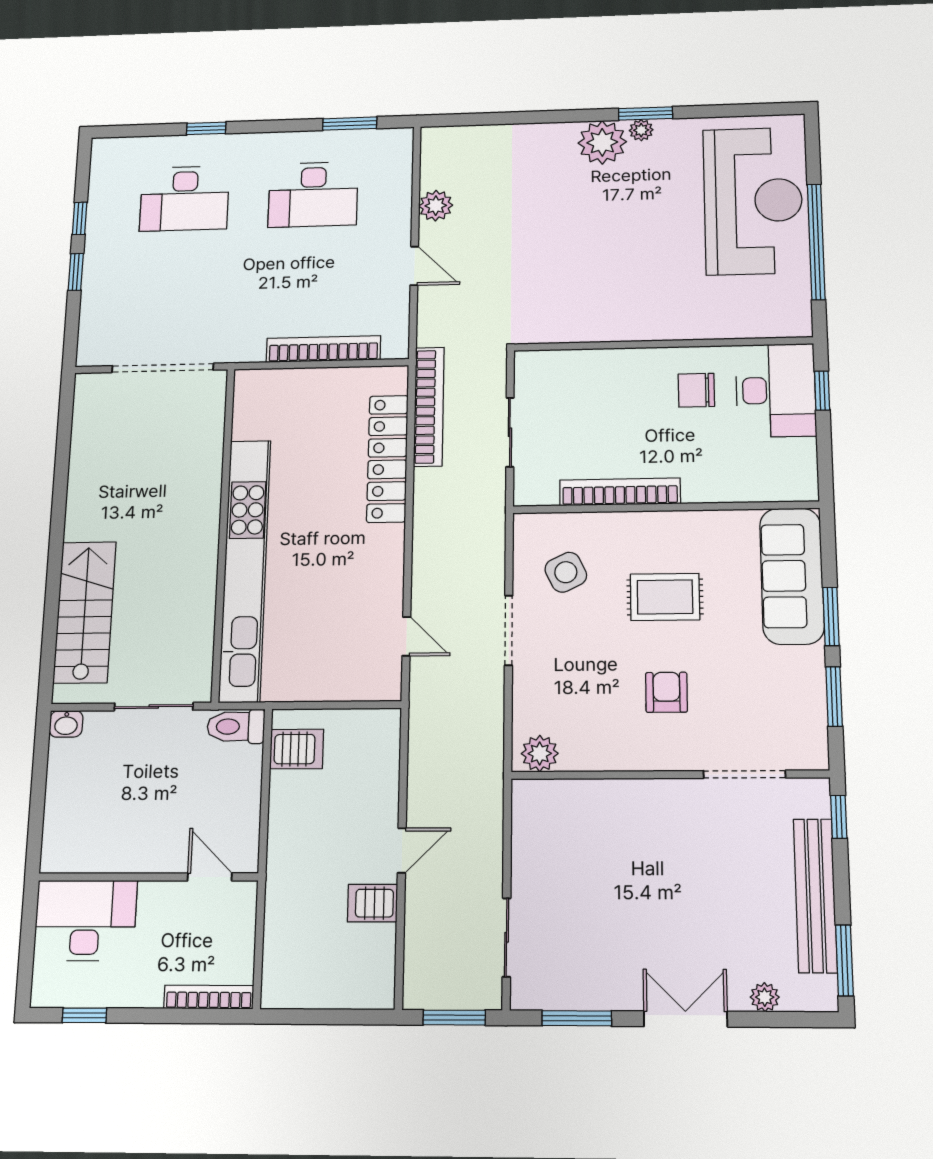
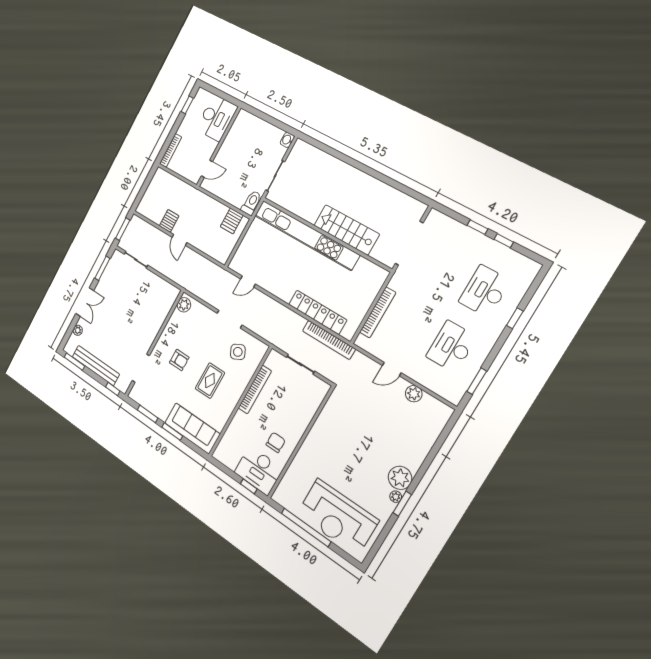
stairs: (85, 612) -> (346, 230), moved, turned 180

